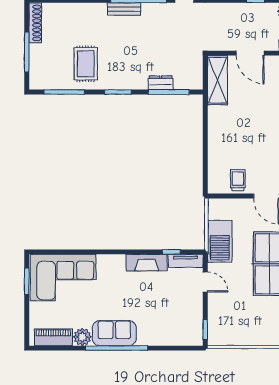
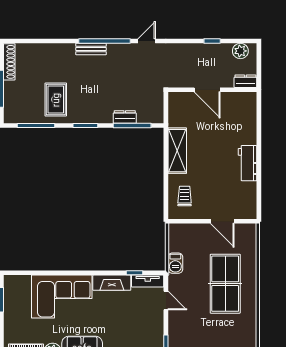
shelving: (217, 80) -> (177, 151), moved
trolley: (238, 180) -> (185, 196), moved
barbecue: (220, 241) -> (175, 263), width x0.53, depth x0.65
corner sofa: (63, 278) -> (62, 296), moved

